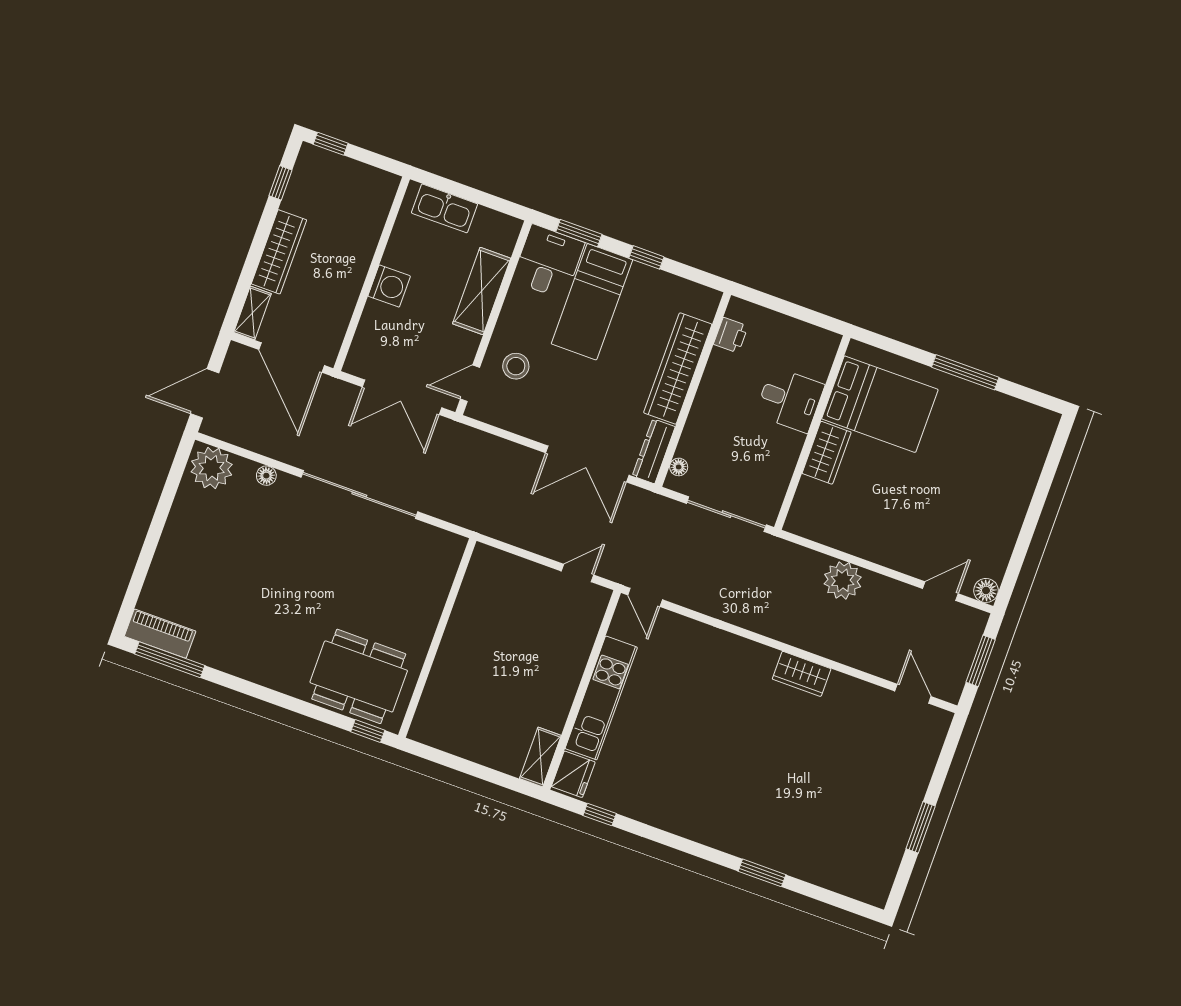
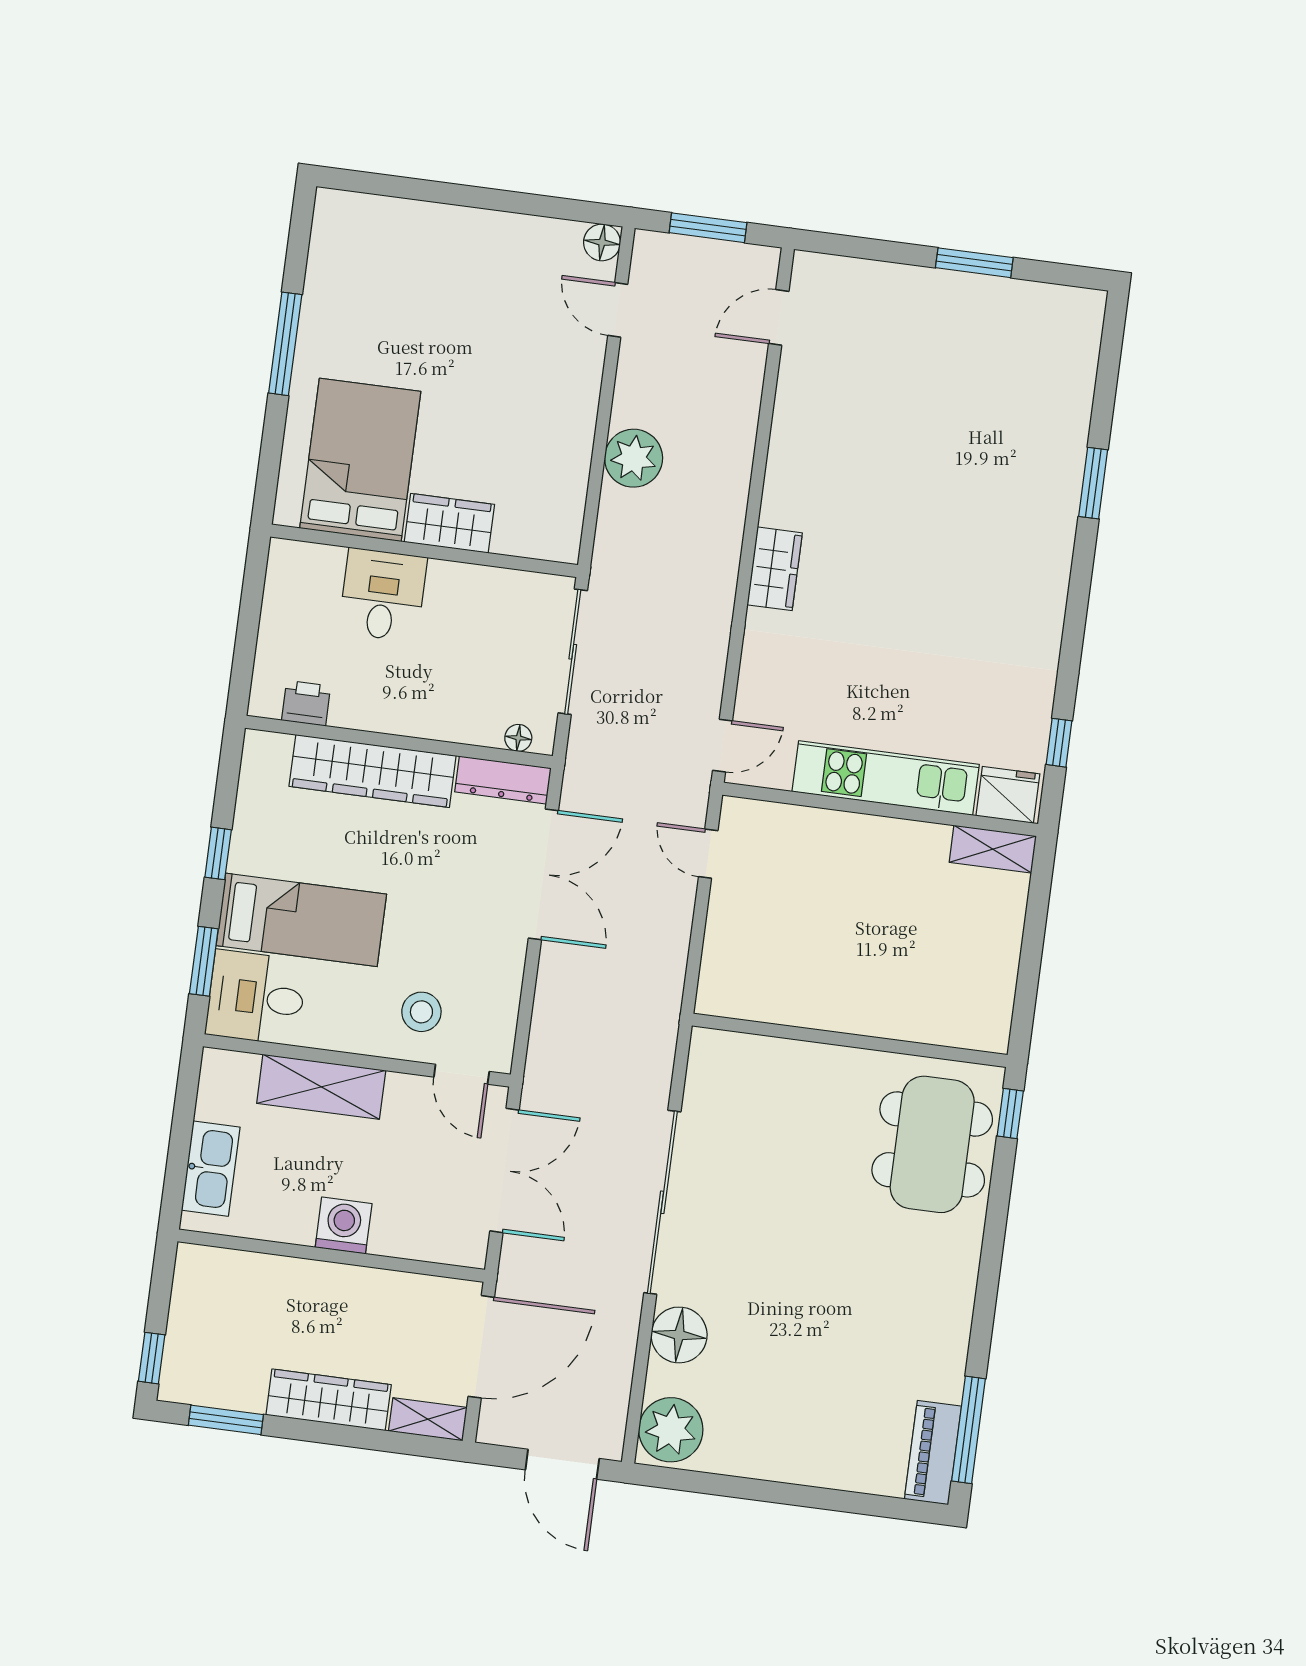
window: (280, 183) -> (226, 1420), width x1.50
floor lamp: (266, 476) -> (679, 1335), width x1.89, depth x1.89
wardrobe: (802, 674) -> (775, 569), moved

